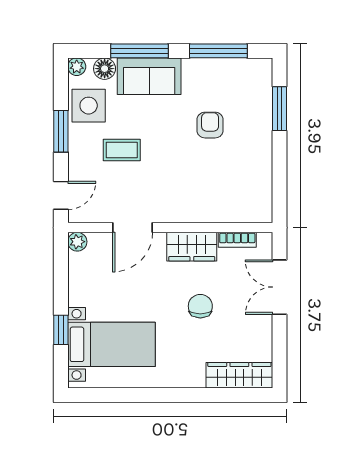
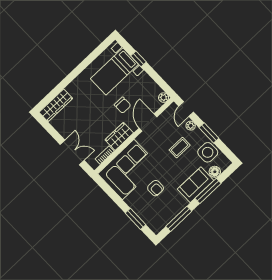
plant: (77, 67) -> (191, 126), moved
corner sofa: (224, 188) -> (128, 170), added
chair: (200, 306) -> (123, 105), moved

